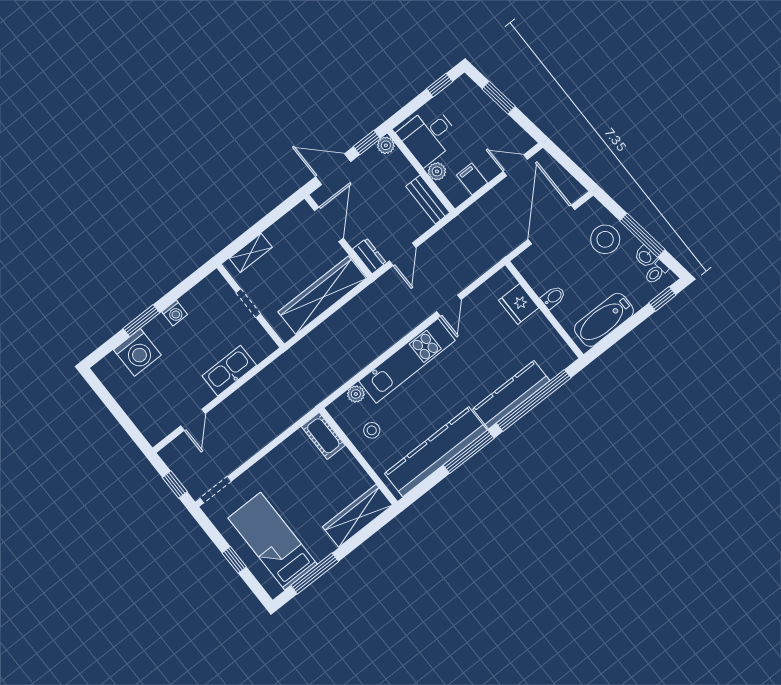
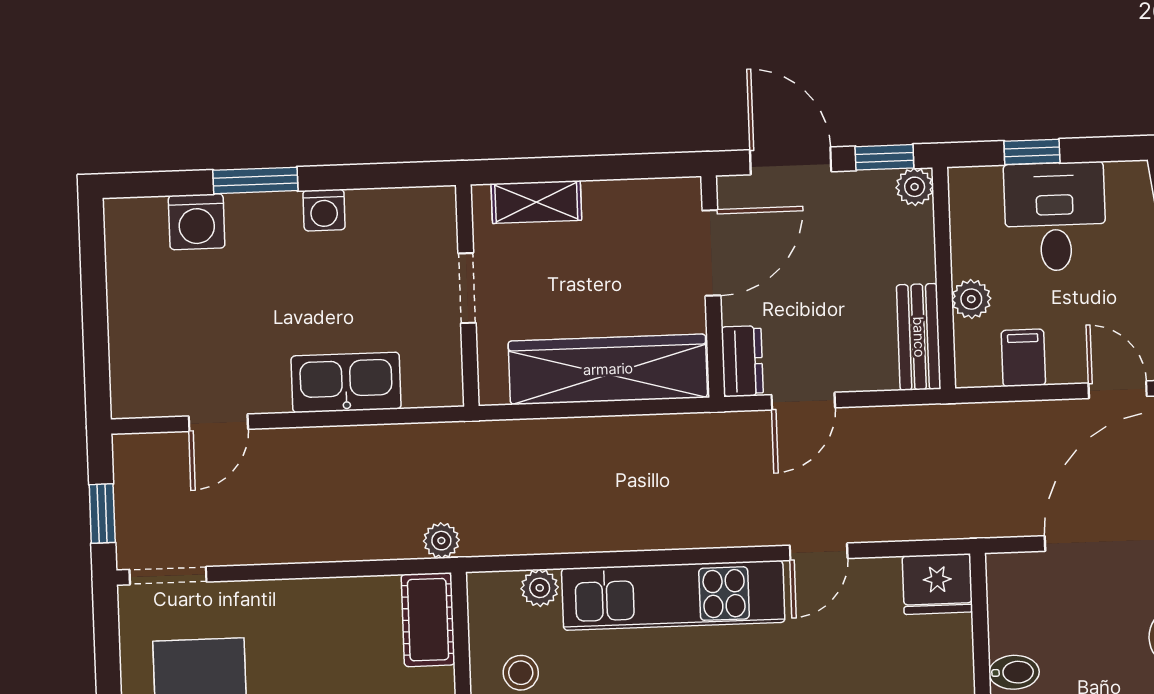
window: (440, 85) -> (1032, 152), moved
desk: (428, 135) -> (1055, 217), moved, turned 90
fridge: (519, 304) -> (937, 584), moved, turned -90
washing machine: (137, 352) -> (197, 222), width x0.73, depth x0.73
plant: (307, 403) -> (441, 541), added

